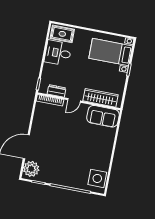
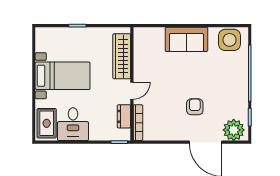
bed with nightstands: (111, 52) -> (63, 76), moved, turned -90
door: (74, 100) -> (132, 91), hinge flipped
sofa: (103, 116) -> (186, 39), moved, turned 90
armchair: (54, 144) -> (195, 107), added

